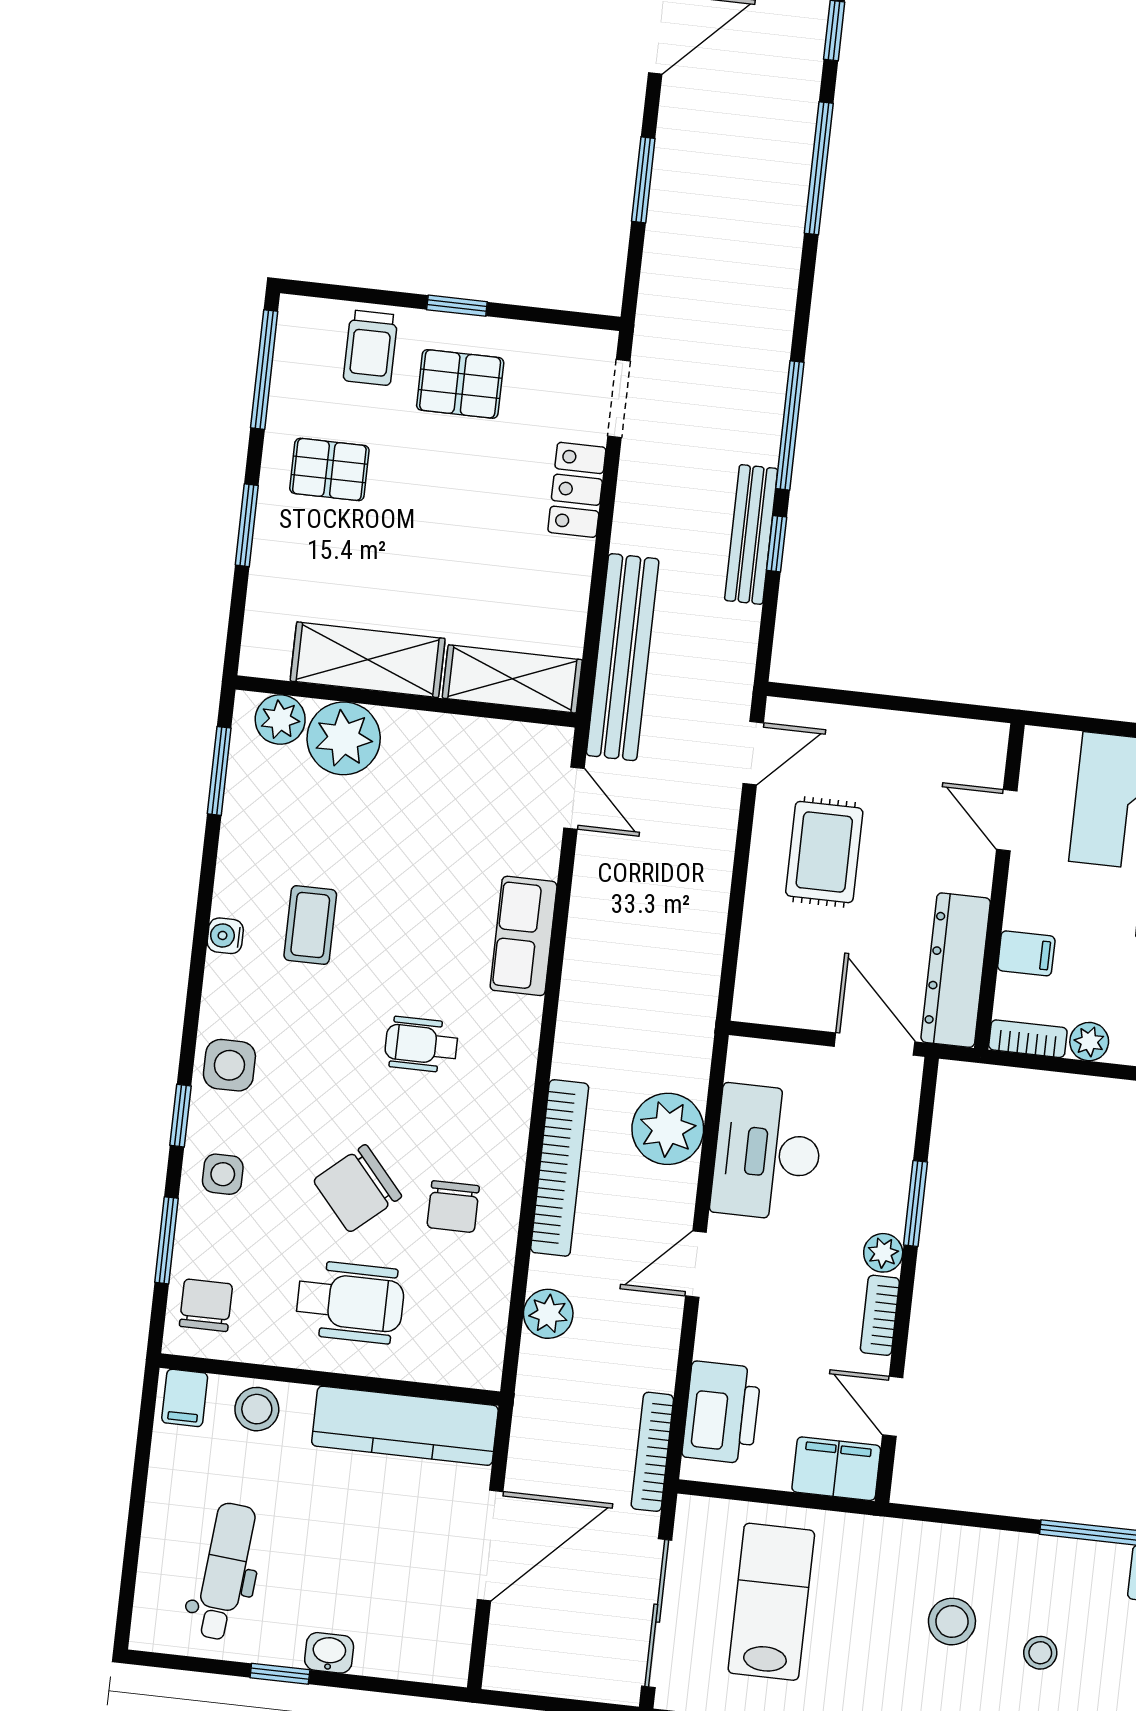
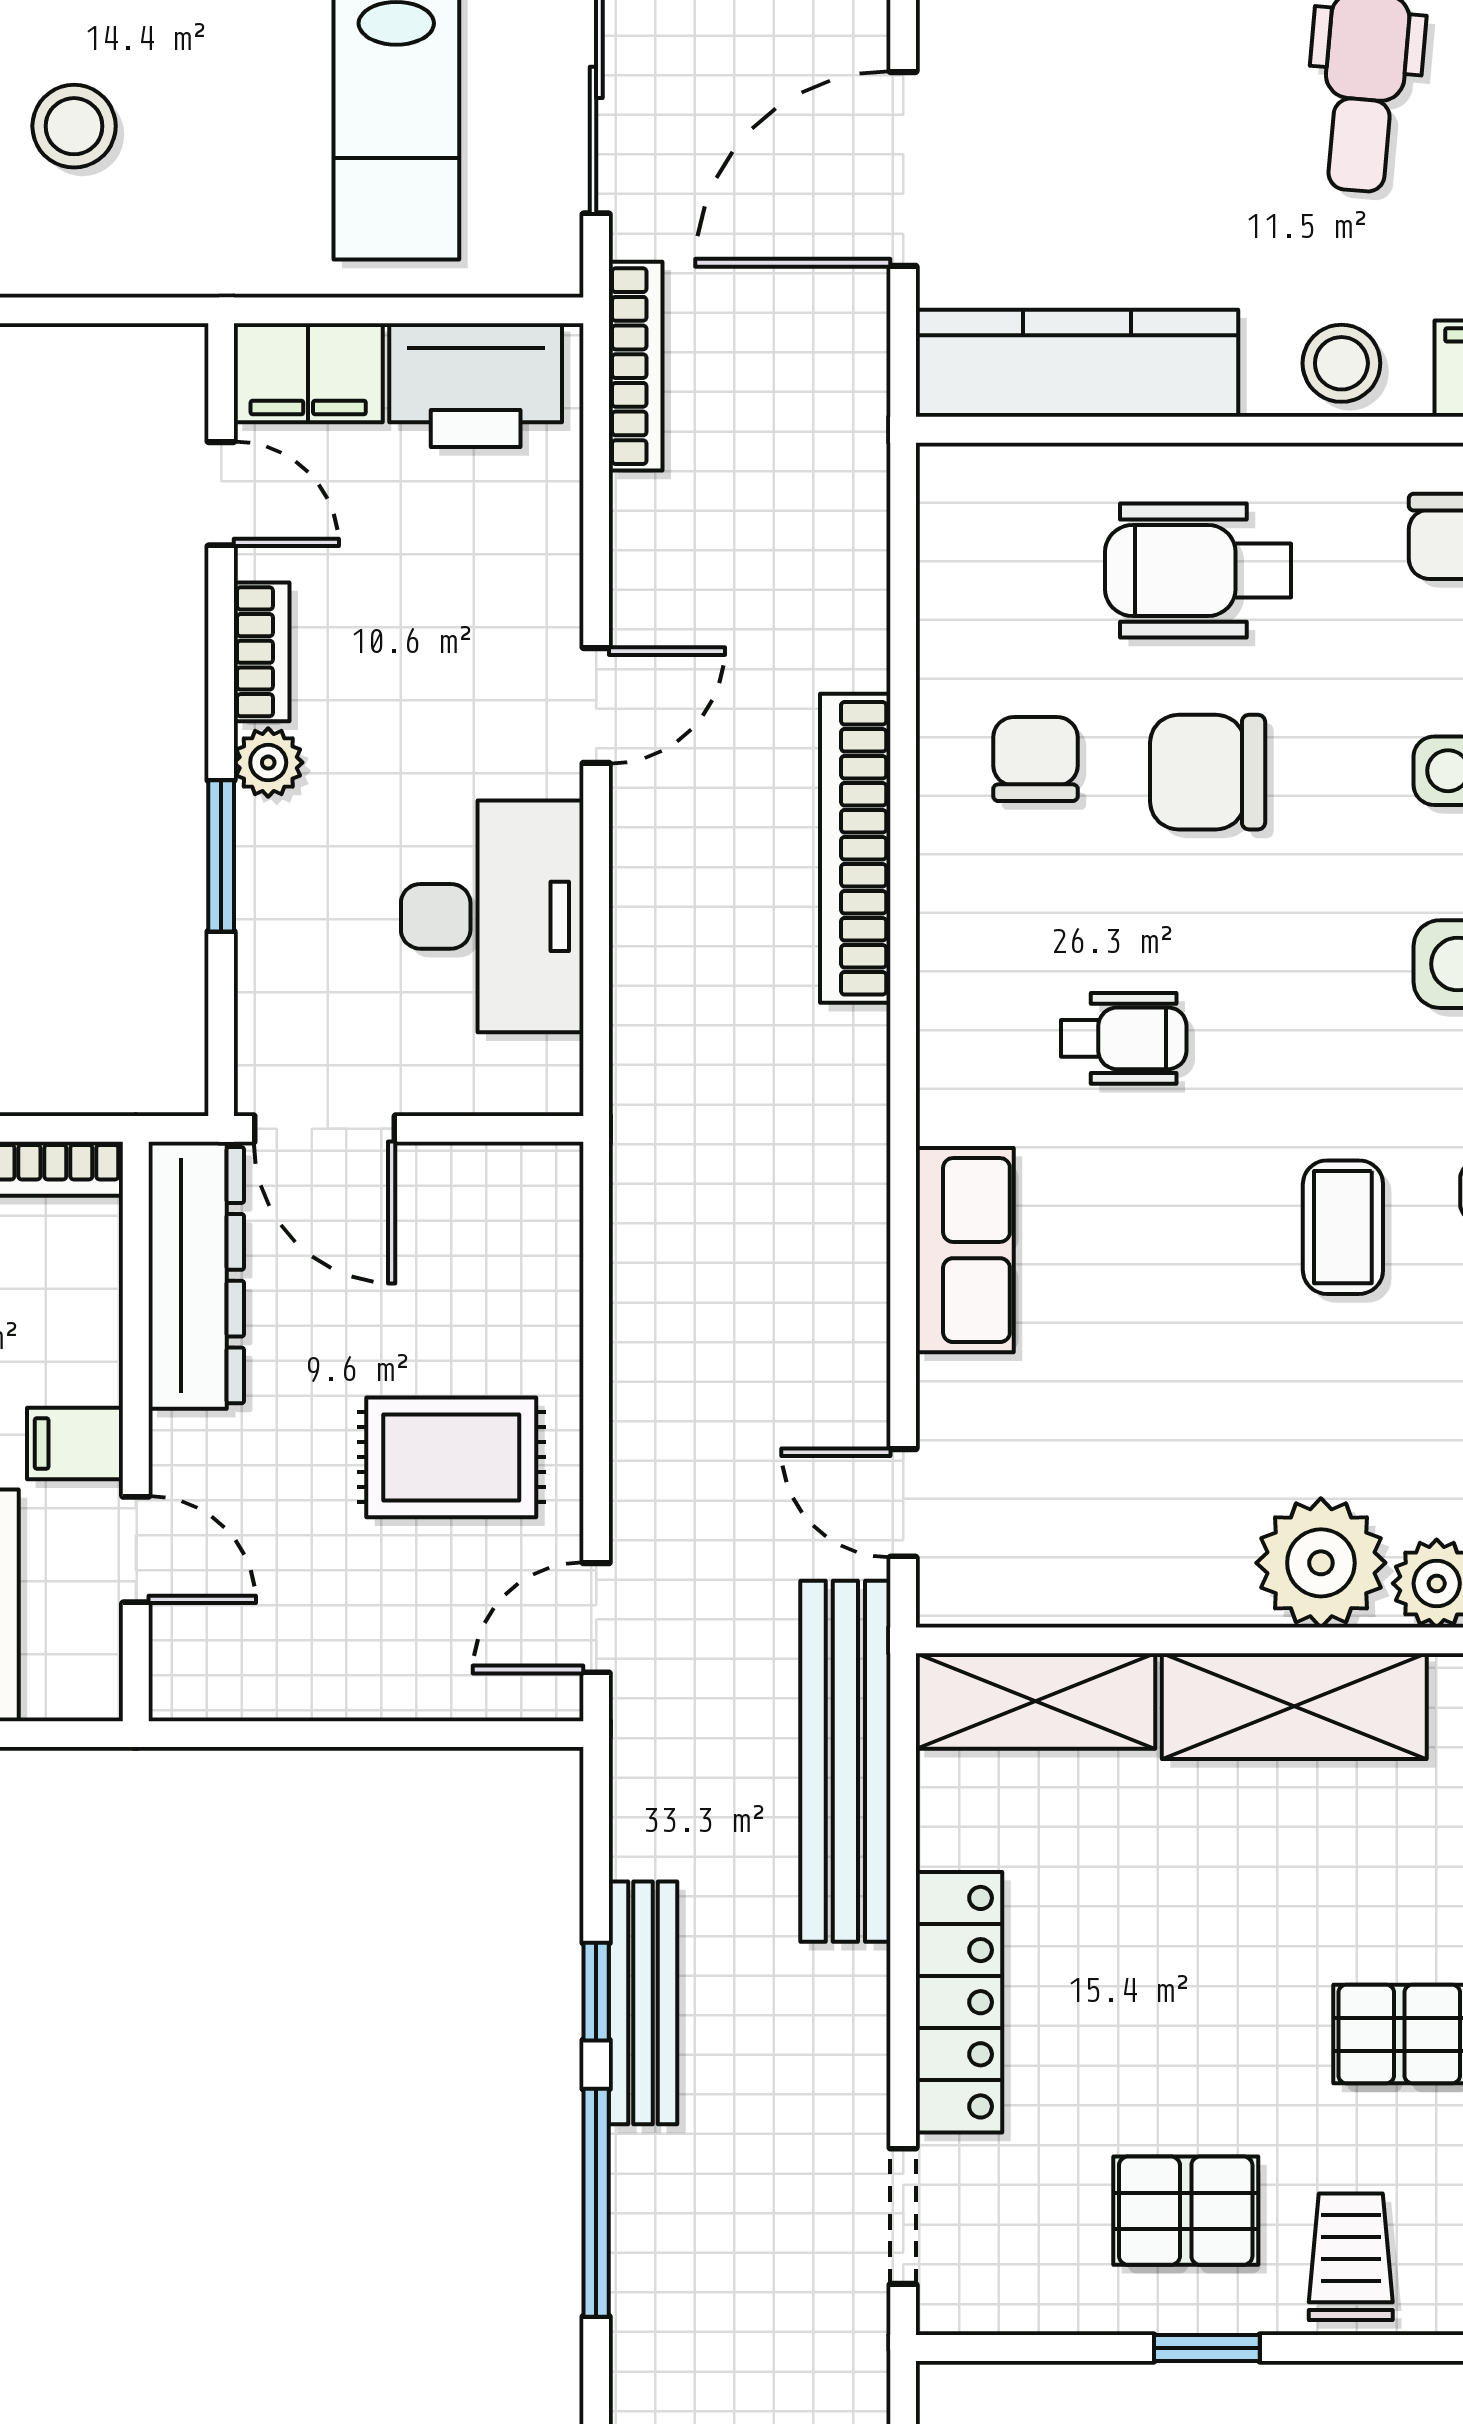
locker: (577, 490) -> (959, 2002), width x1.53
rug: (824, 852) -> (451, 1457), turned 90
filing cabinet: (1026, 953) -> (75, 1443), moved
plant: (668, 1129) -> (672, 938), removed
chair: (357, 1188) -> (1208, 772), turned -139
plant: (548, 1314) -> (847, 589), removed
printer: (722, 1413) -> (476, 385), moved, turned -90

